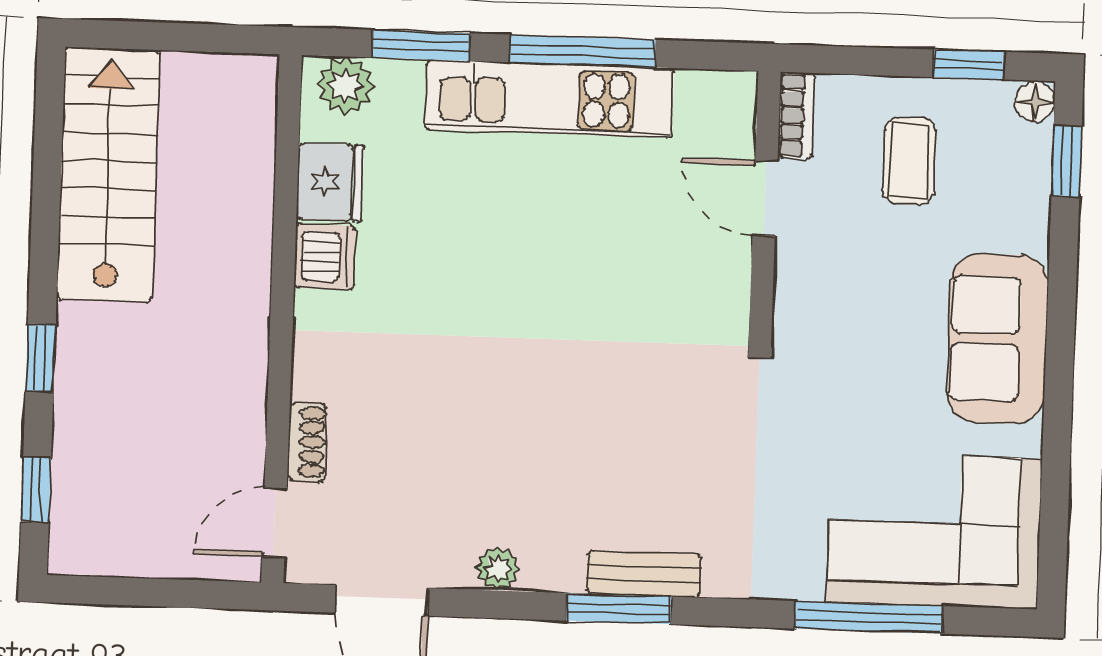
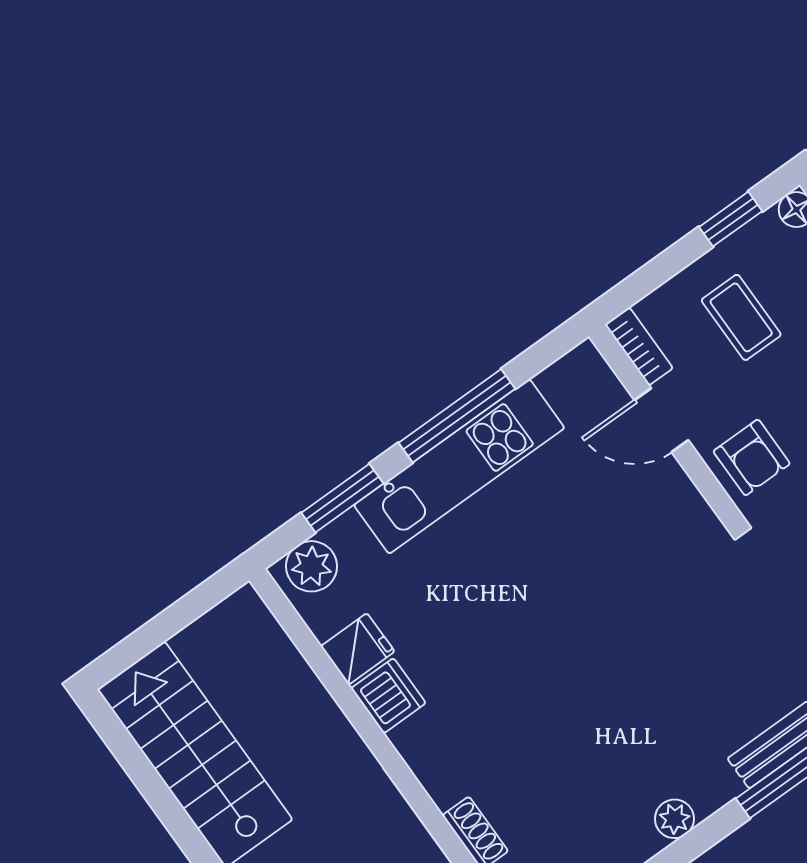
fridge: (330, 182) -> (358, 649), width x0.72
armchair: (821, 295) -> (752, 457), added

